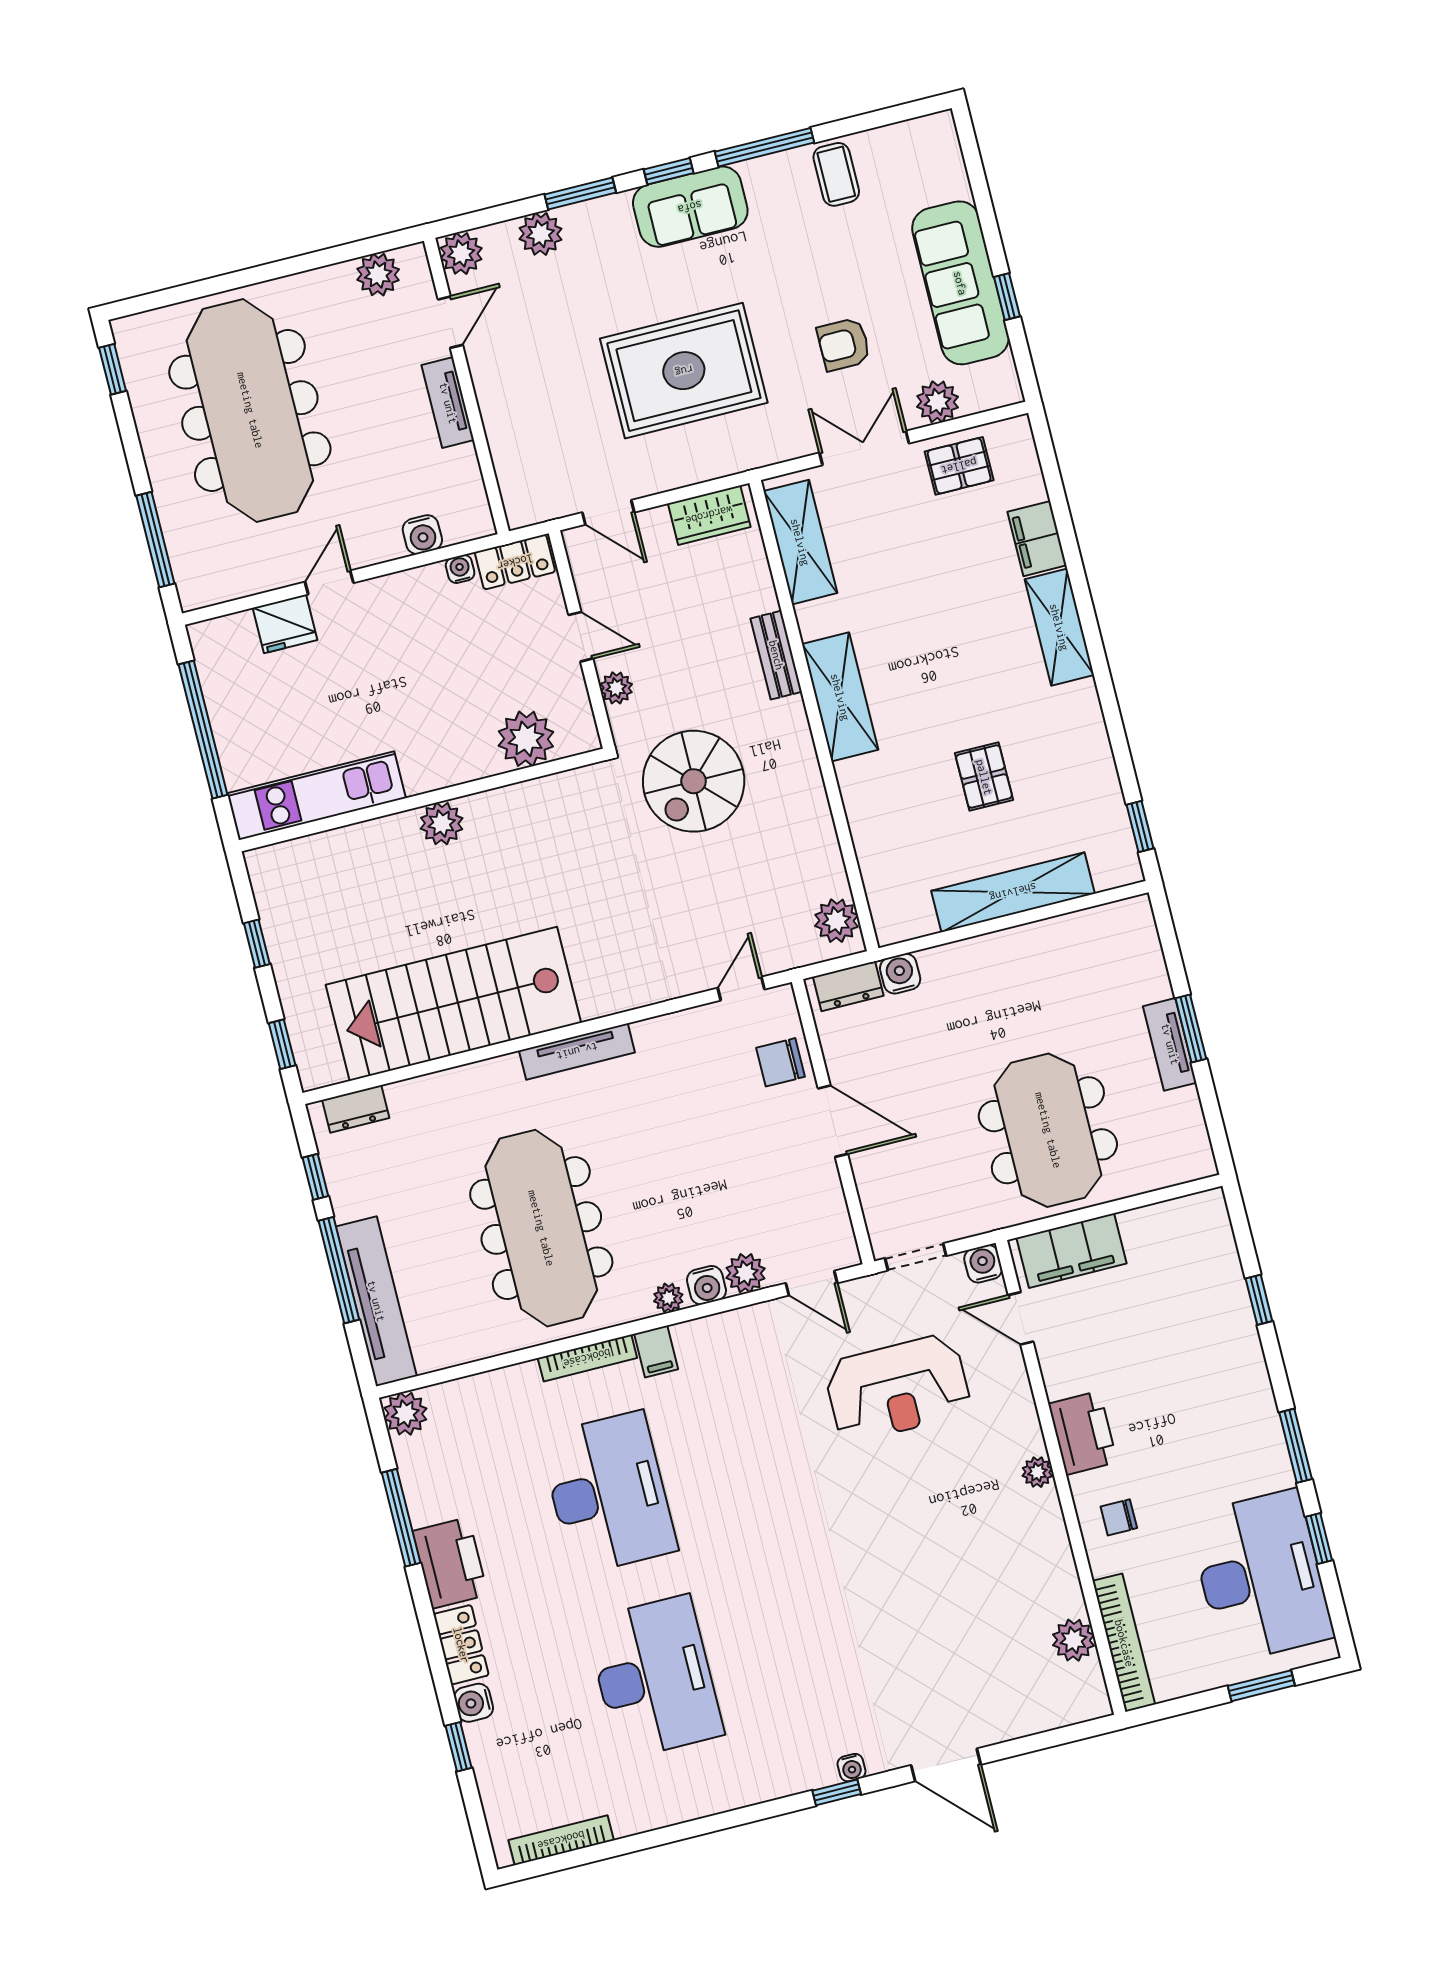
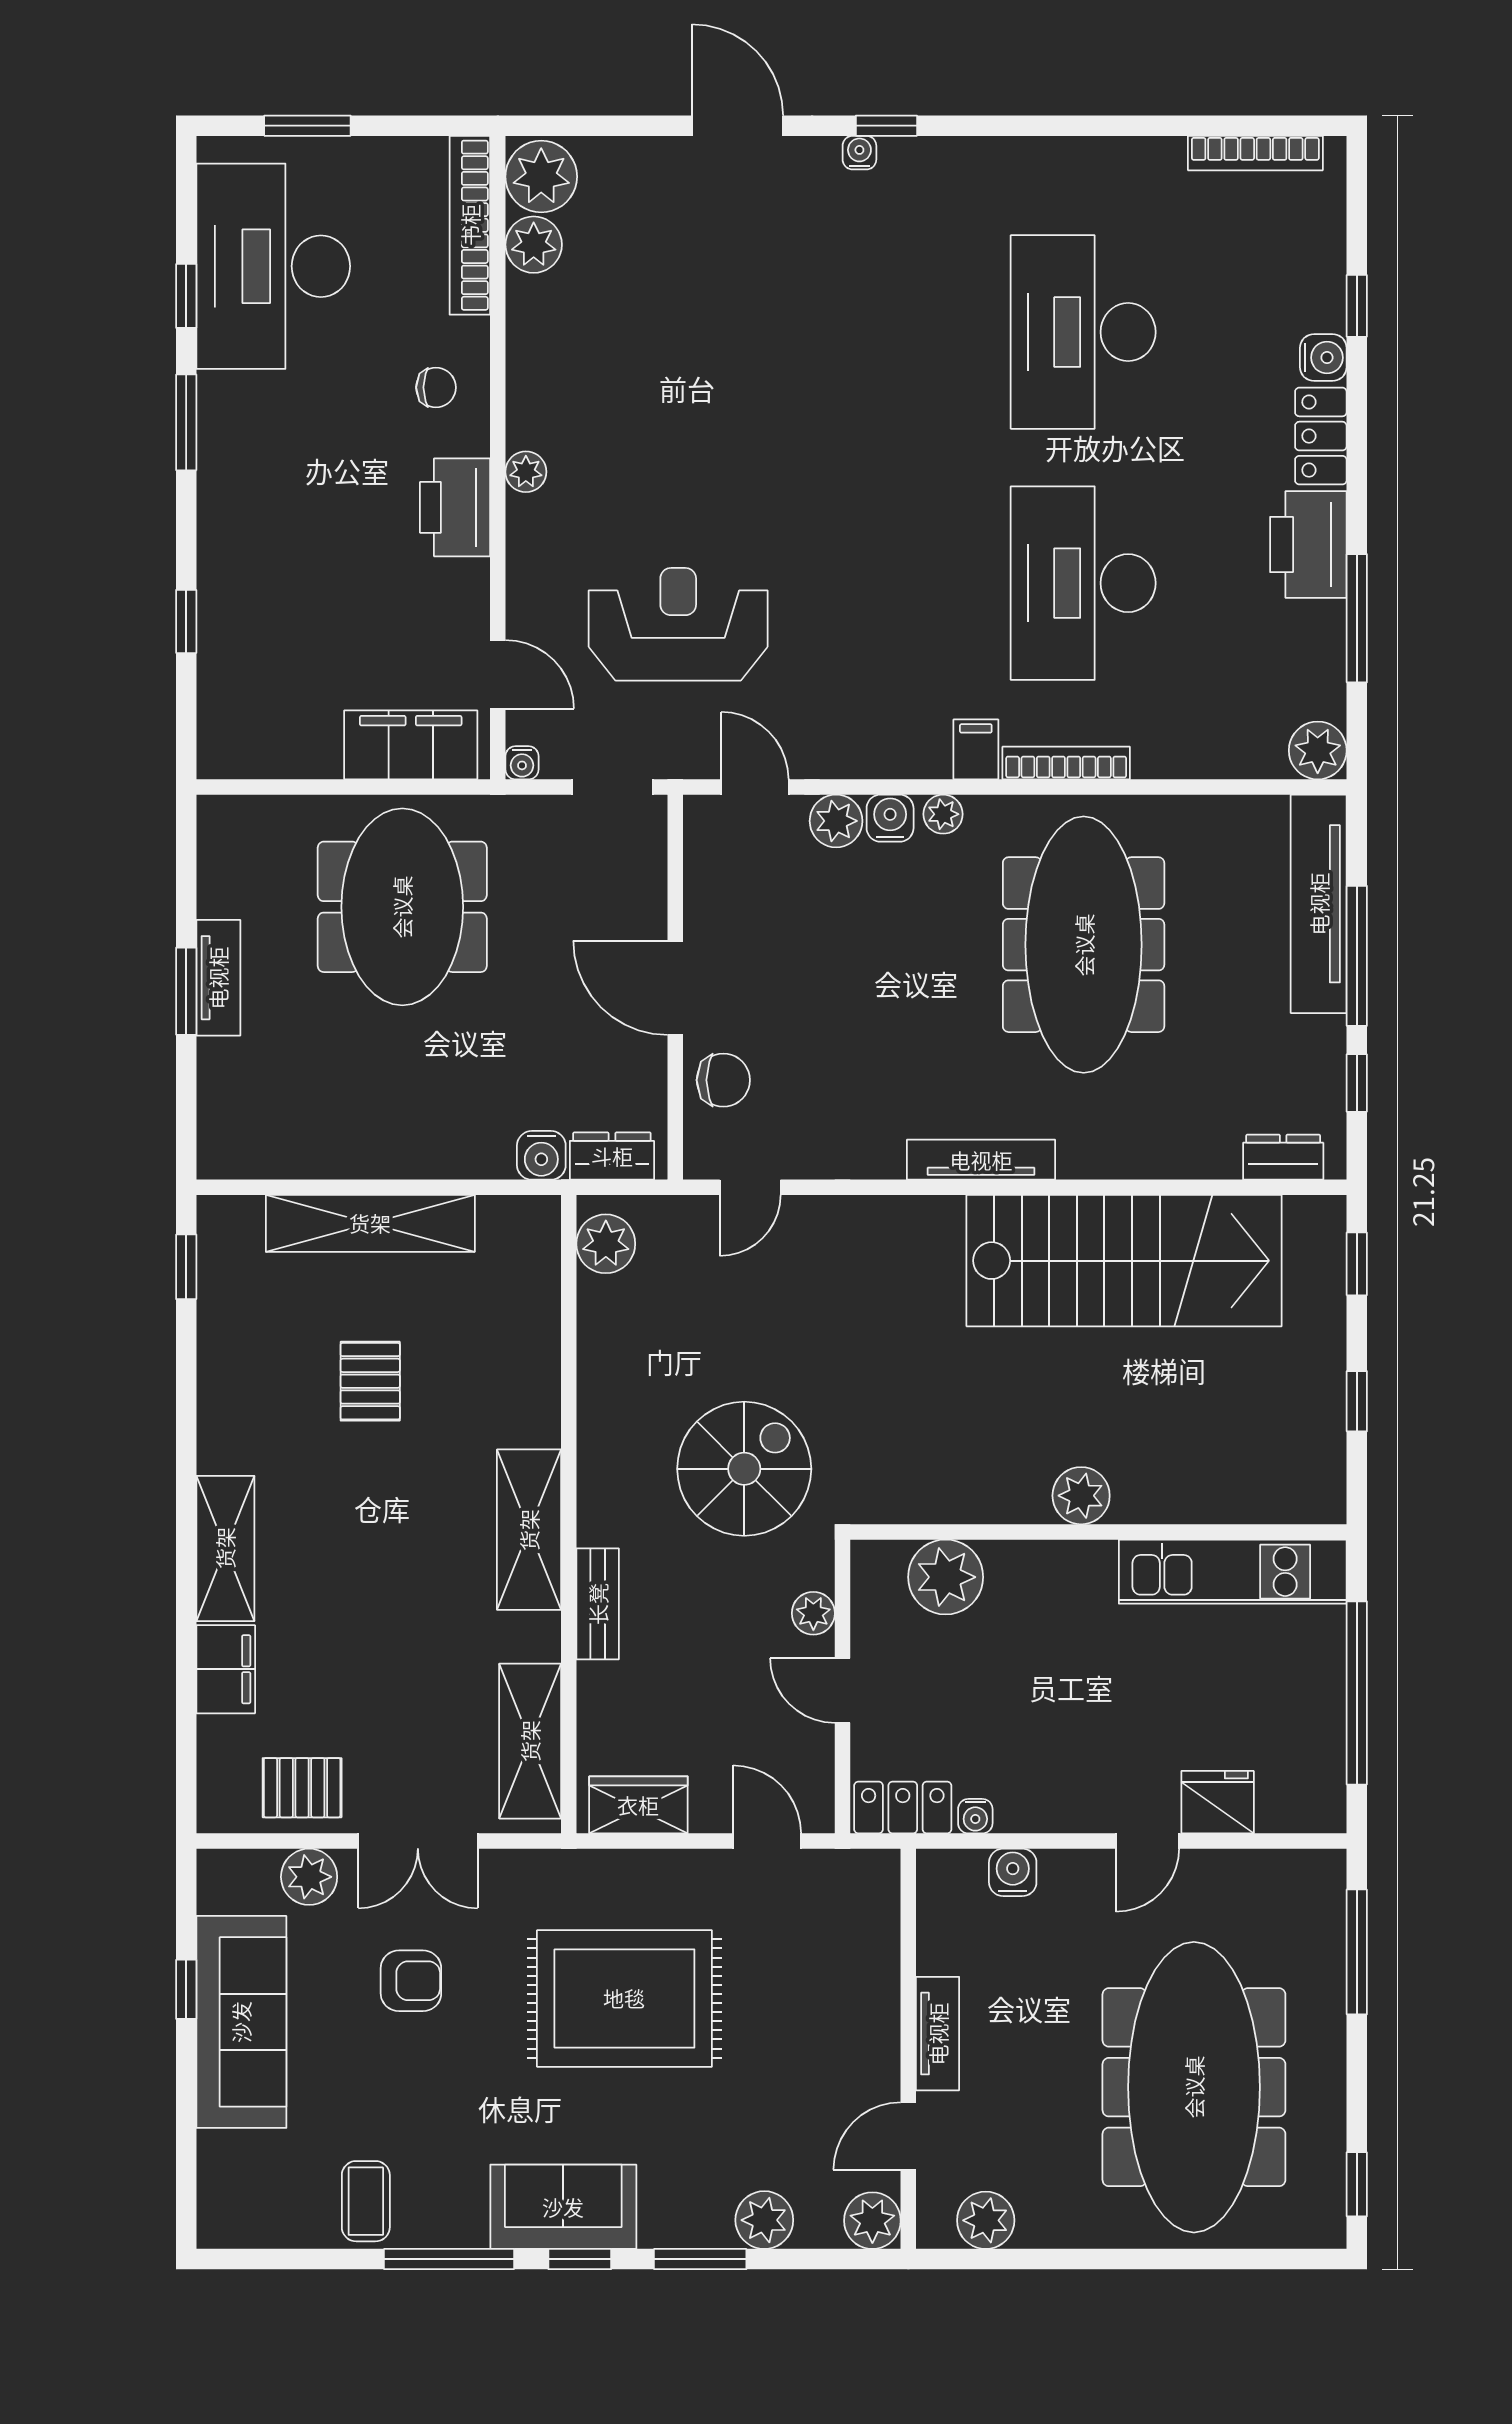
water cooler: (983, 1264) -> (522, 763), width x0.72, depth x0.72
plant: (1080, 1691) -> (541, 177), added

